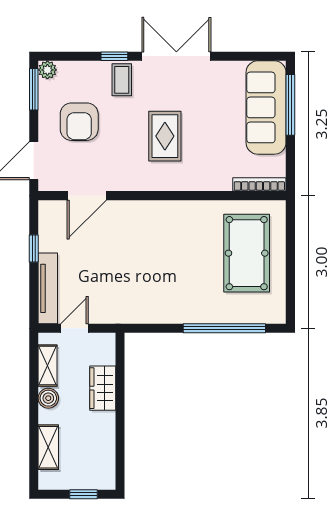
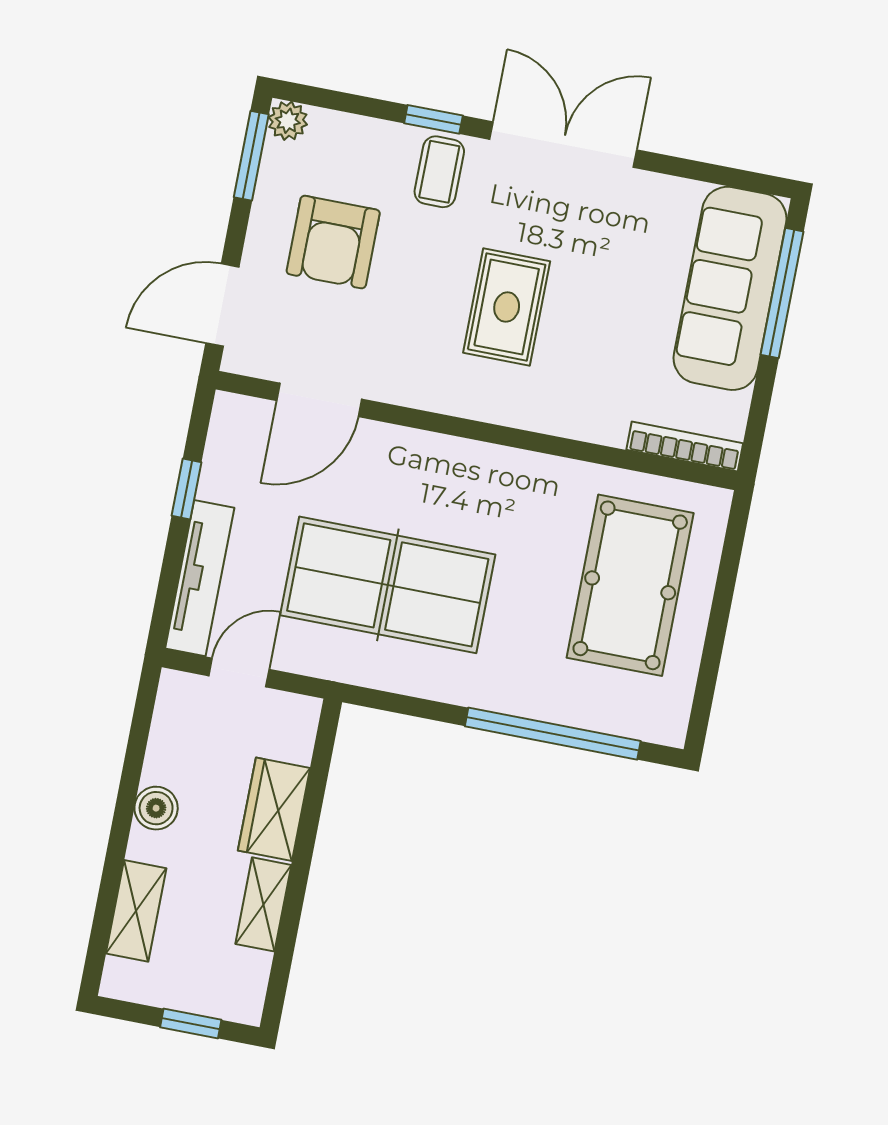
table tennis table: (135, 275) -> (388, 585), added
shelving: (48, 366) -> (263, 904), moved

